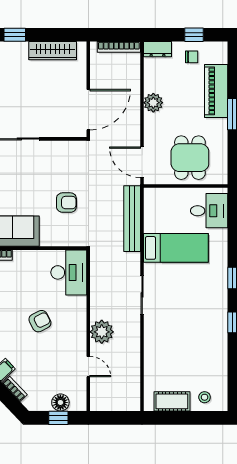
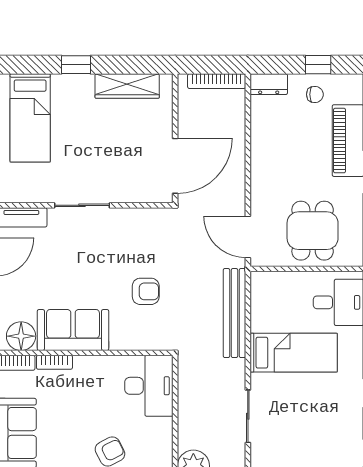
plant: (153, 103) -> (263, 156), removed

